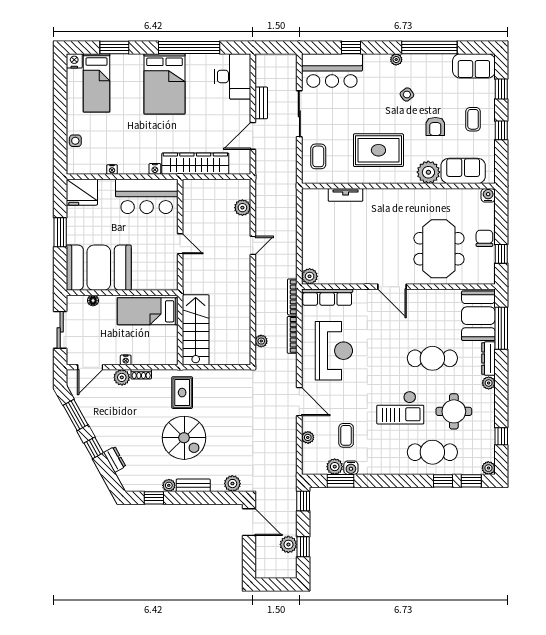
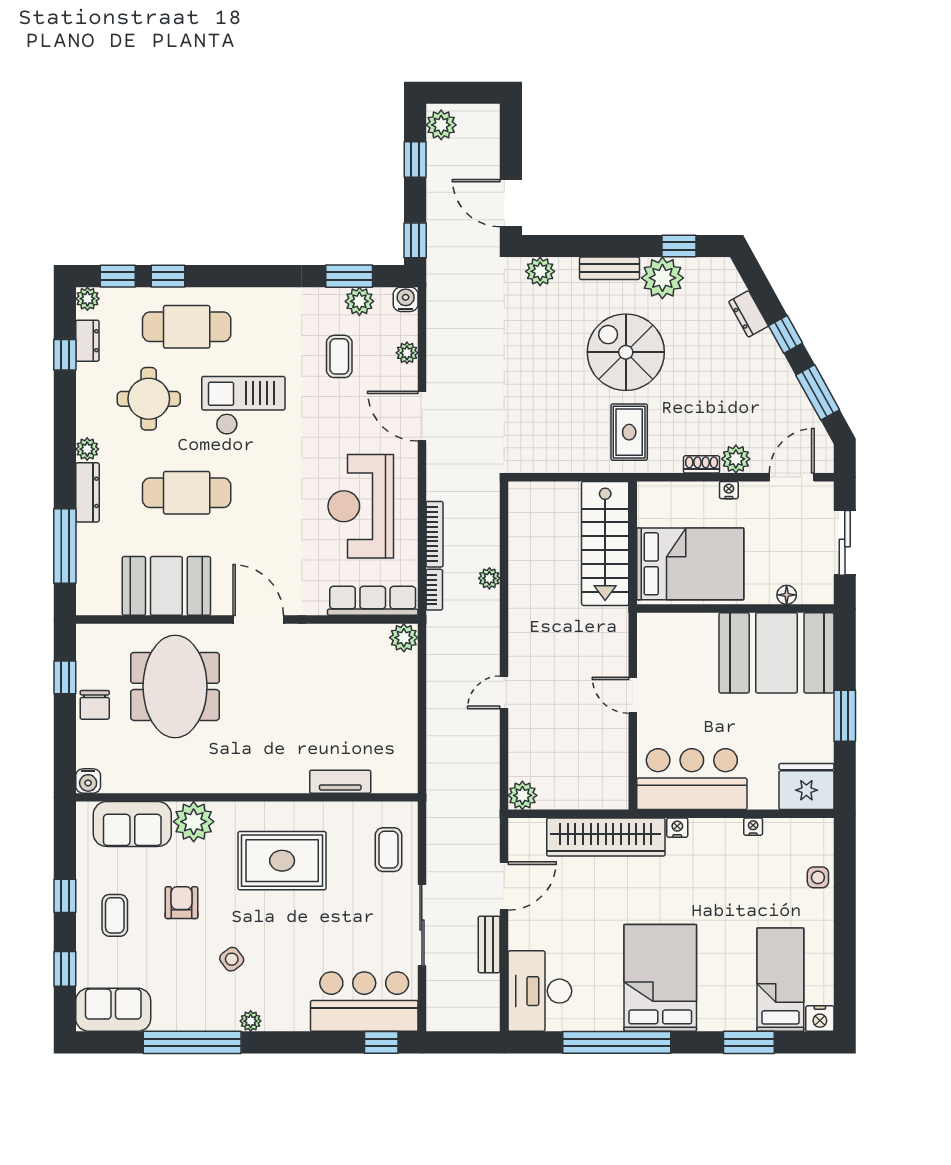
window: (351, 47) -> (381, 1042), moved
plant: (242, 208) -> (522, 795), moved
bookcase: (292, 297) -> (434, 590), width x0.64
bed: (148, 311) -> (690, 564), width x1.50
booth: (478, 316) -> (166, 586), moved, turned 90
plant: (261, 341) -> (489, 578), moved
dresser: (489, 444) -> (87, 341), added
water cooler: (351, 468) -> (406, 299), moved
plant: (169, 485) -> (662, 278), width x1.88, depth x1.88
plant: (288, 544) -> (441, 125), moved

